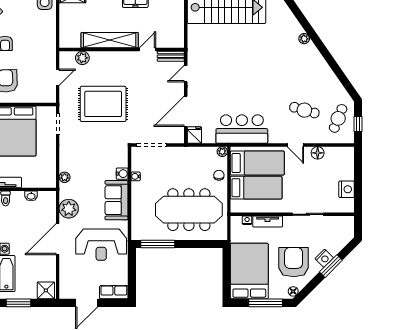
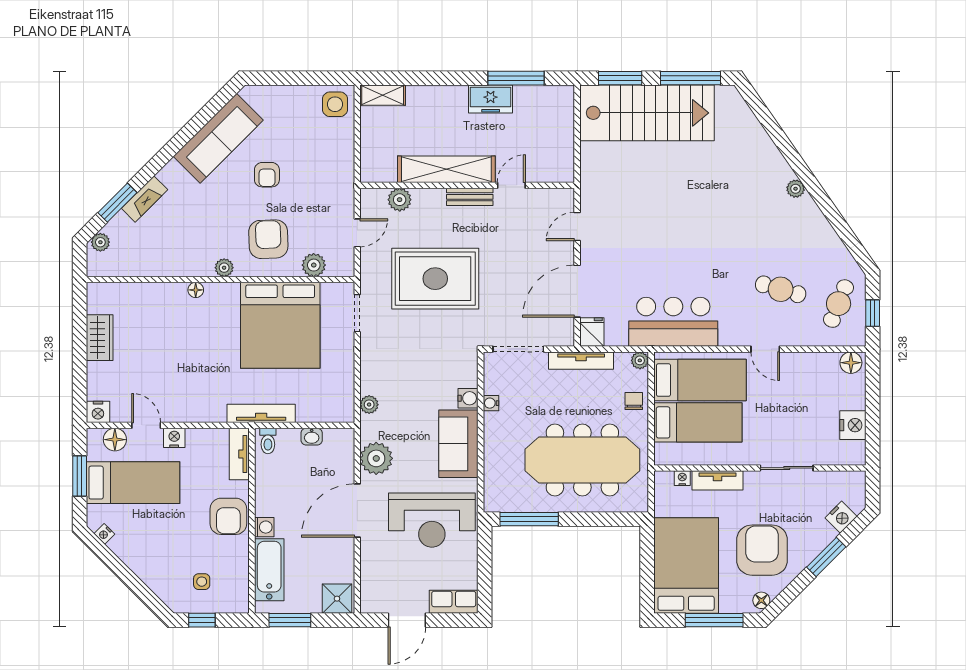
plant: (304, 39) -> (796, 189), moved
bench: (171, 56) -> (470, 197), moved
plant: (32, 96) -> (314, 265), added
tv unit: (188, 152) -> (581, 361), added
floor lamp: (318, 153) -> (851, 363), moved
nightstand: (324, 258) -> (841, 517), moved

